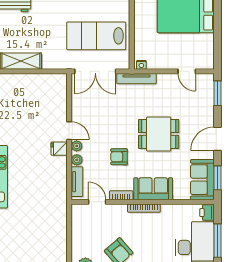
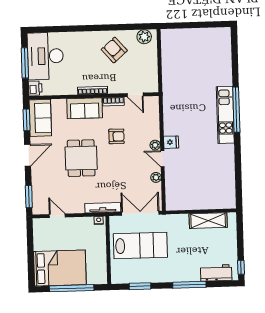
dining table: (159, 134) -> (81, 158), turned 90
plant: (77, 160) -> (156, 177), moved
tv unit: (77, 182) -> (154, 113), removed

